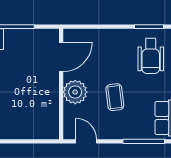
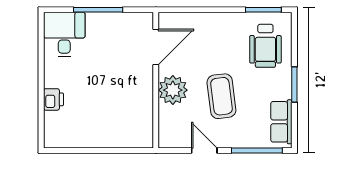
coffee table: (115, 97) -> (221, 96), width x1.36, depth x1.30
door: (86, 141) -> (204, 150), moved

